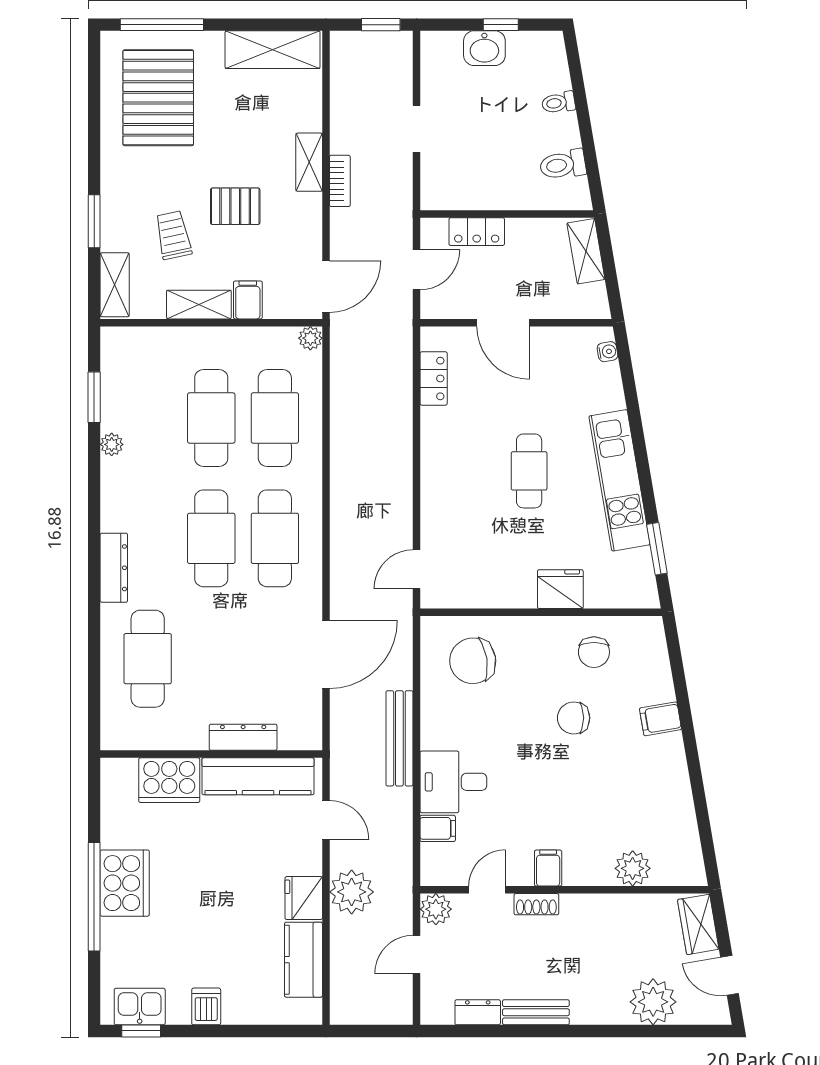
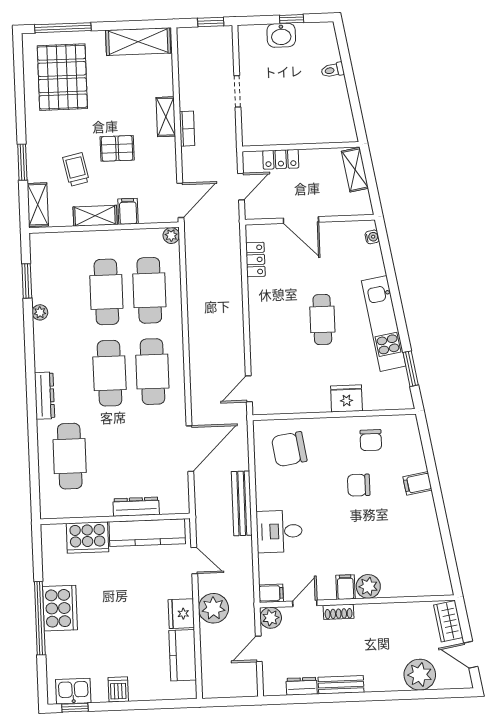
toilet: (563, 165) -> (337, 112), removed
filing cabinet: (438, 828) -> (271, 593), moved
plant: (633, 868) -> (368, 586), moved

